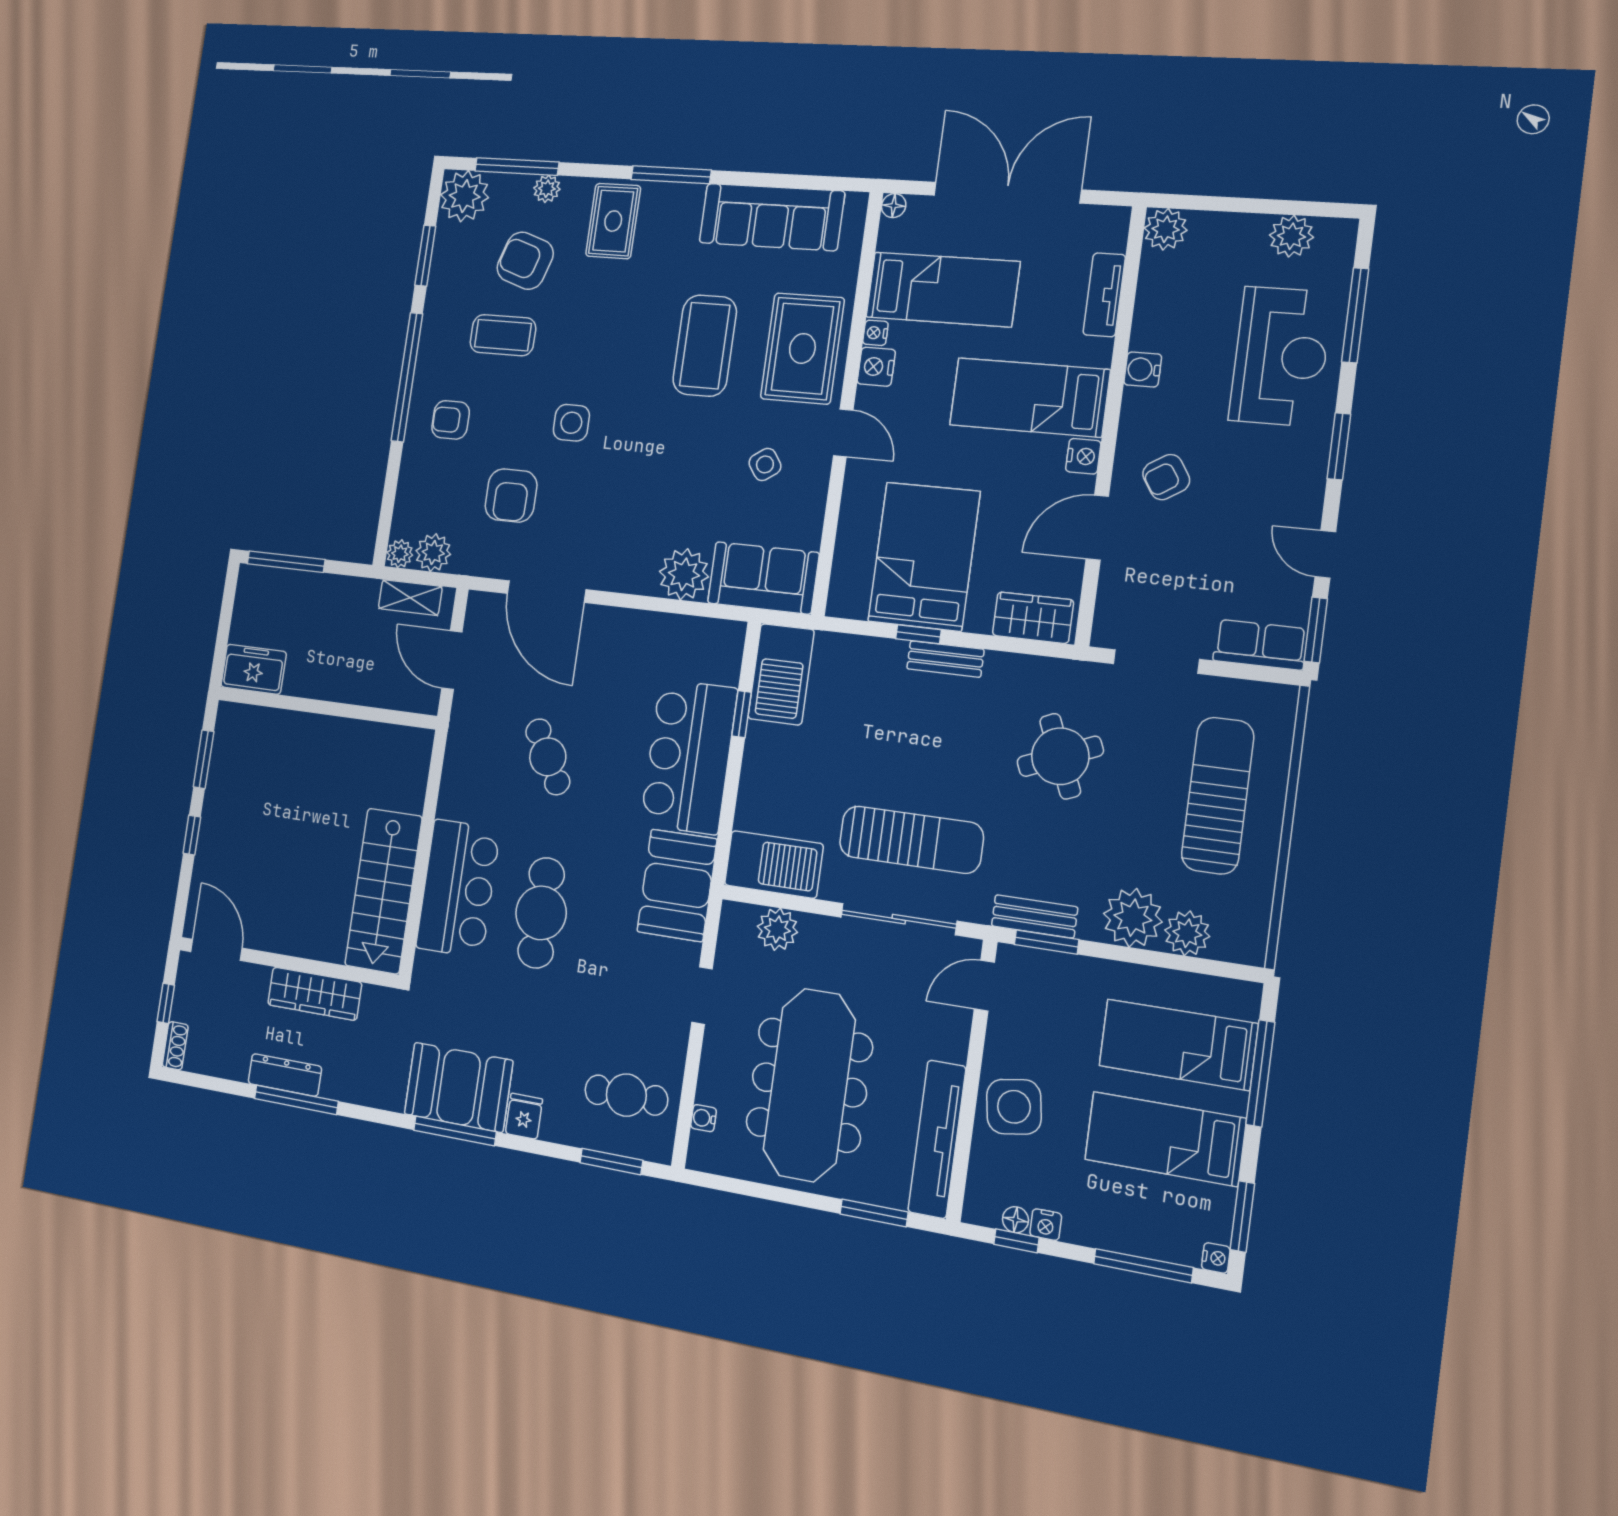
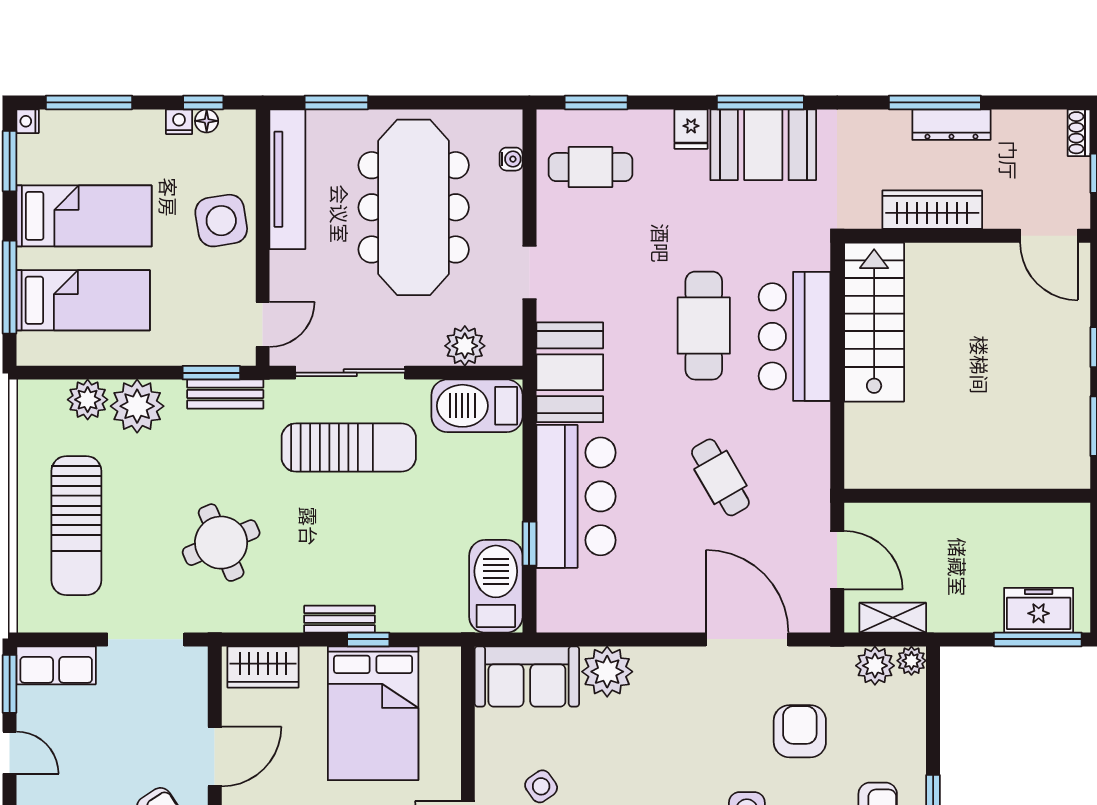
freezer: (254, 669) -> (1039, 610), moved, turned 180
sun lounger: (911, 840) -> (349, 447), turned 180

